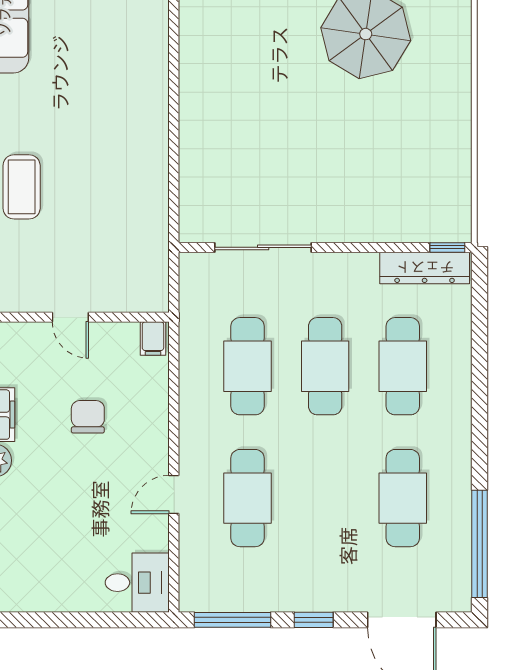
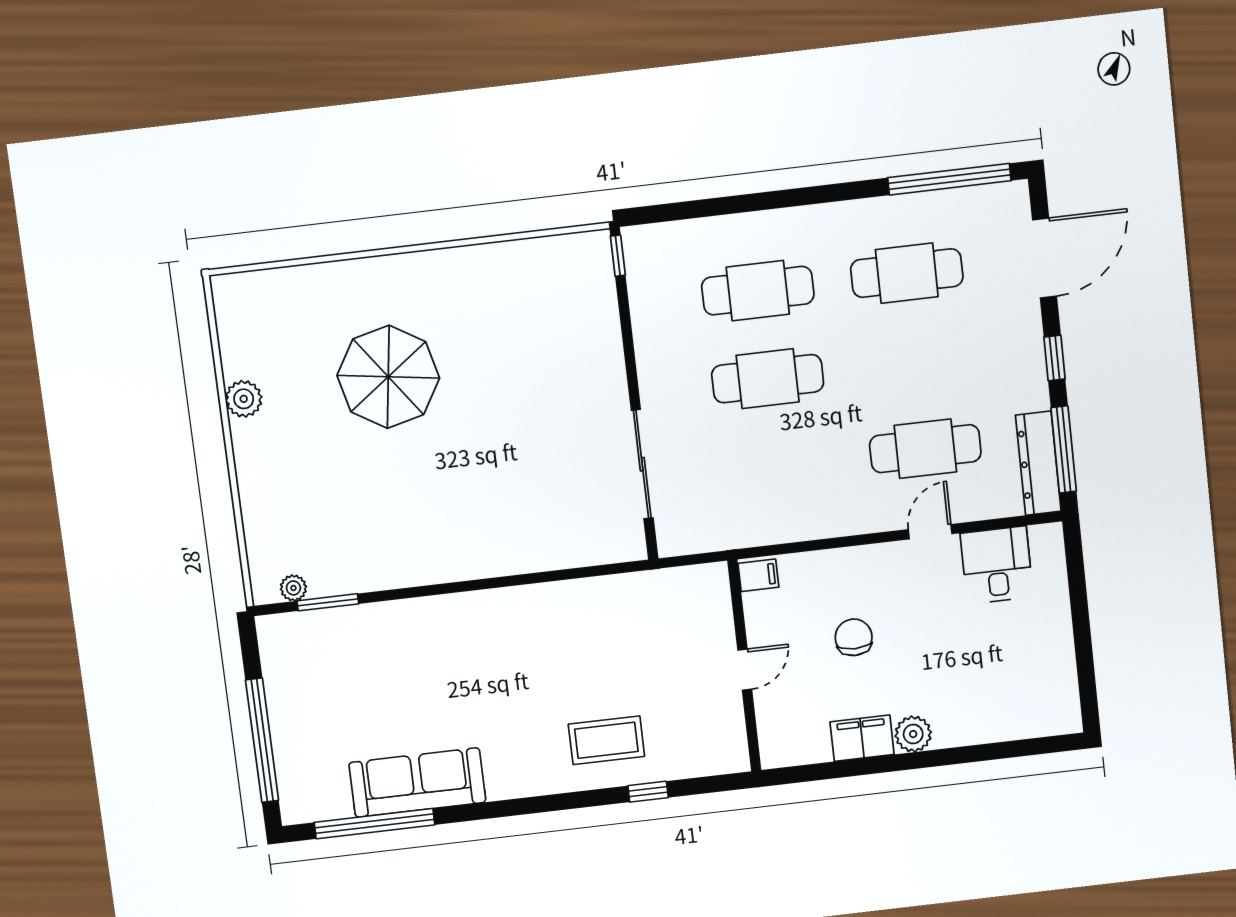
dresser: (425, 268) -> (1038, 463), moved, turned 180
cafe table: (248, 366) -> (777, 466), removed
chair: (88, 417) -> (854, 637), turned 90
door: (174, 495) -> (930, 532), swing flipped
desk: (137, 583) -> (997, 565), moved

